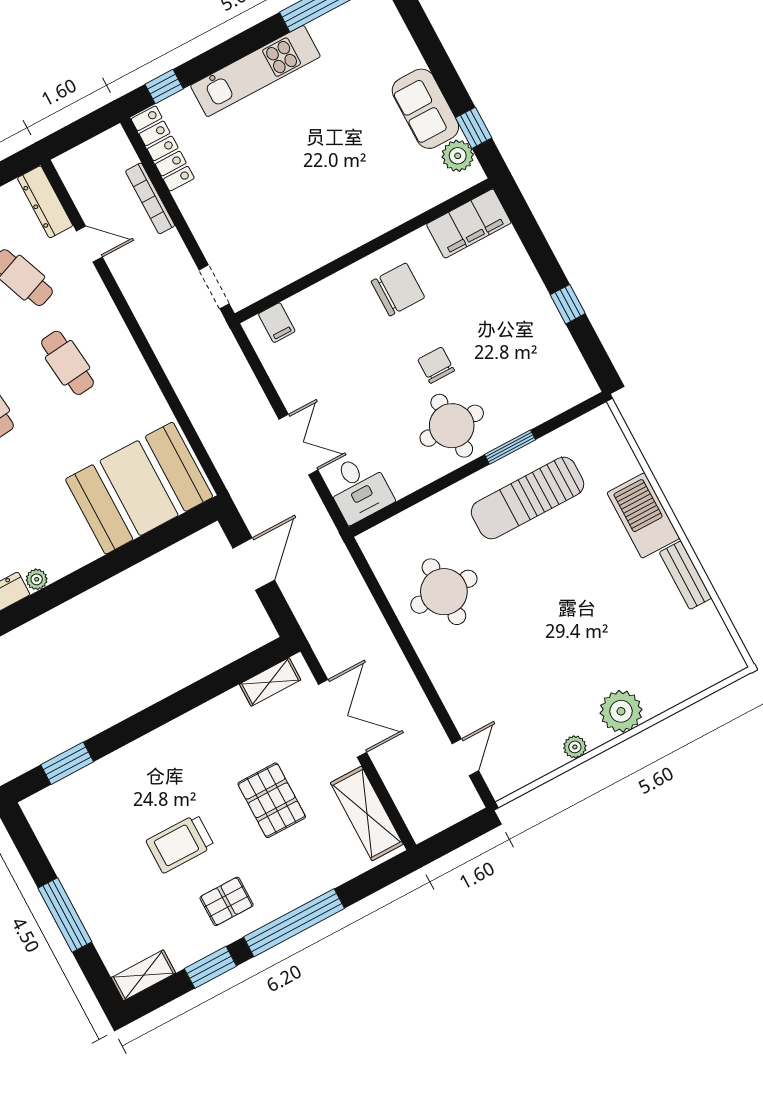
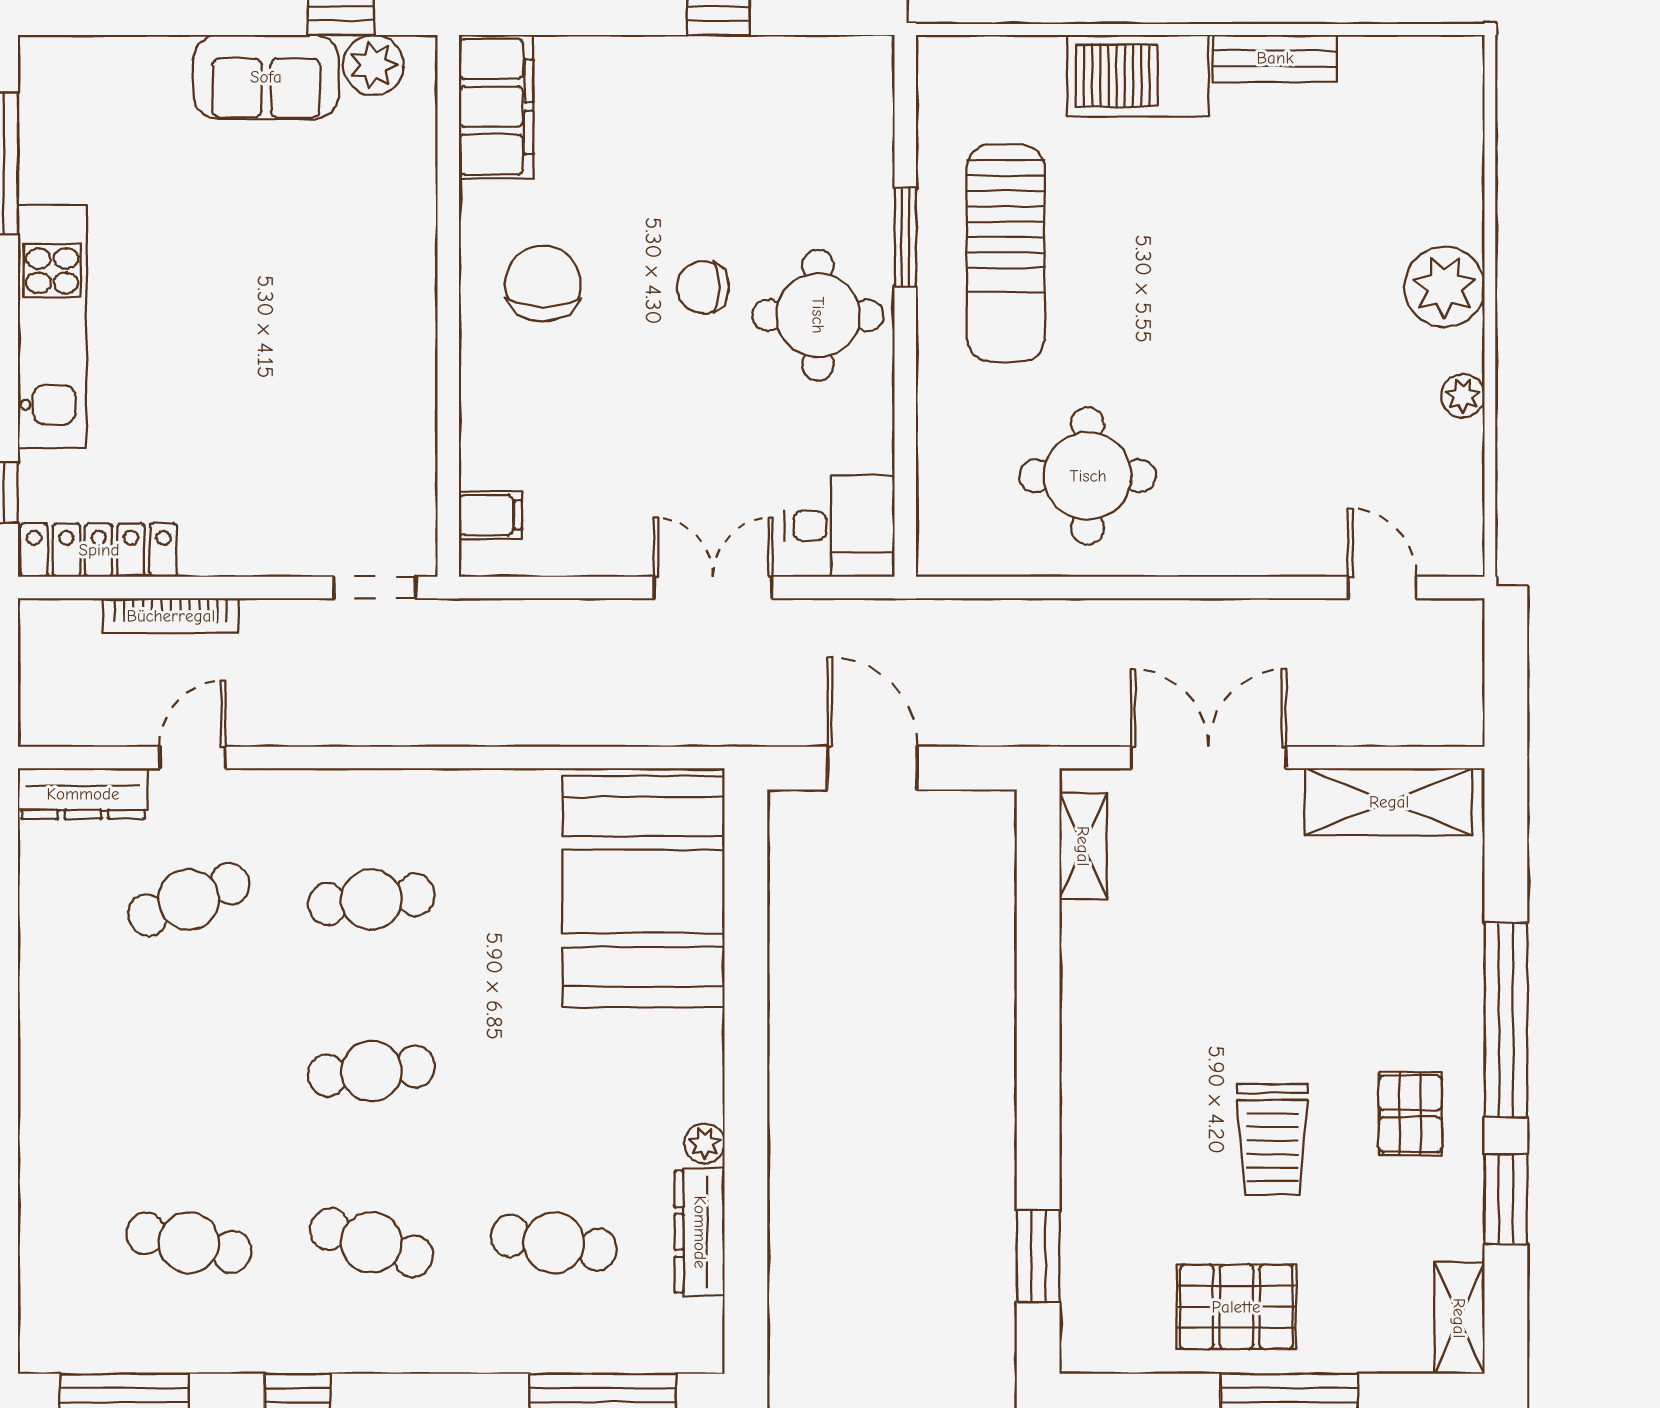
pallet: (272, 800) -> (1236, 1307), moved

